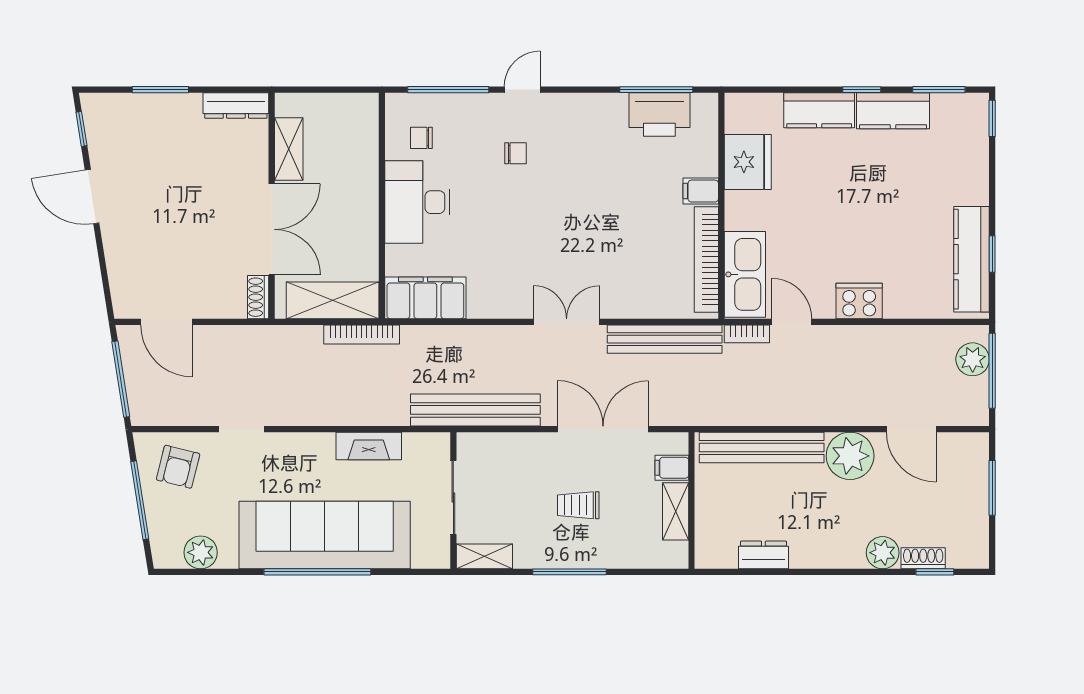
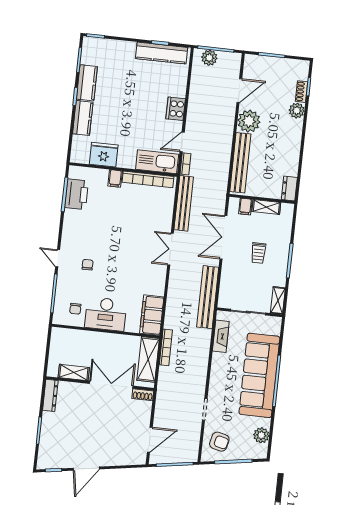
fireplace: (369, 446) -> (221, 336), moved
dresser: (763, 555) -> (289, 188), moved

